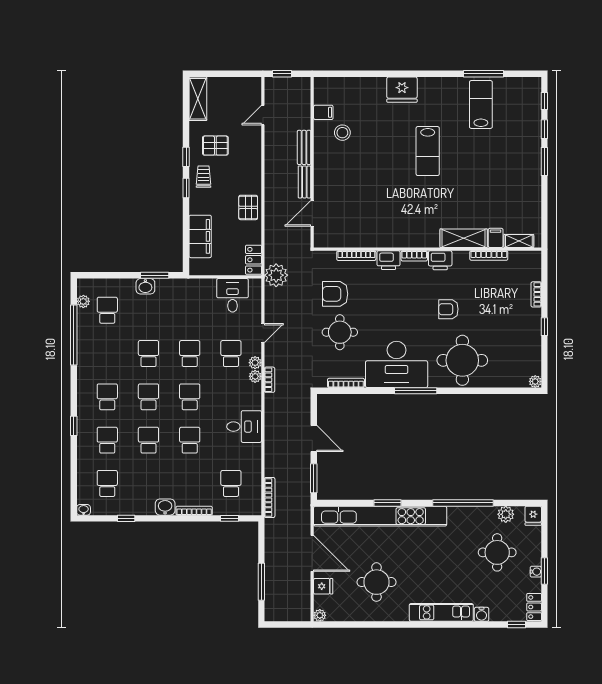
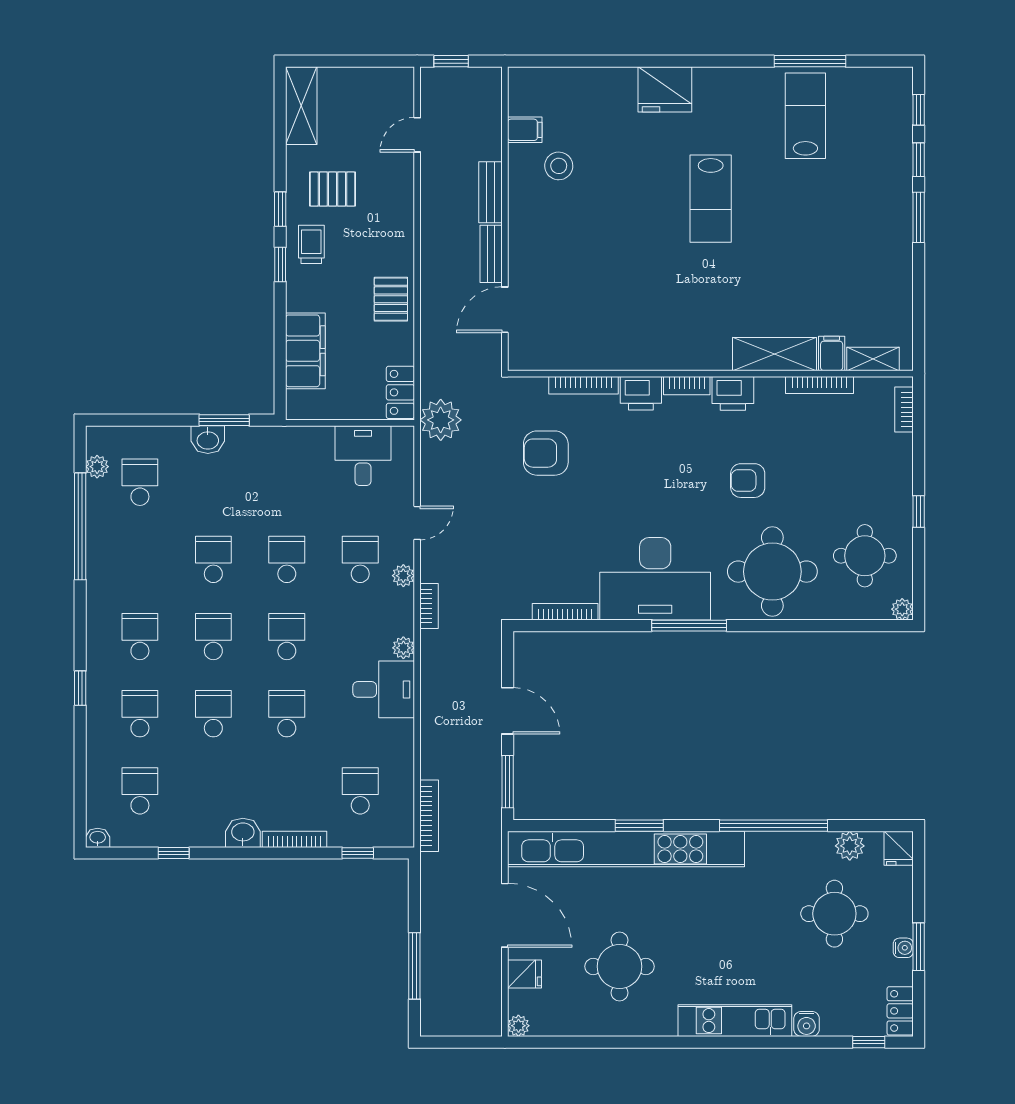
bookcase: (536, 294) -> (904, 410), moved
round table: (340, 332) -> (865, 556), moved
plant: (255, 376) -> (403, 648), moved

